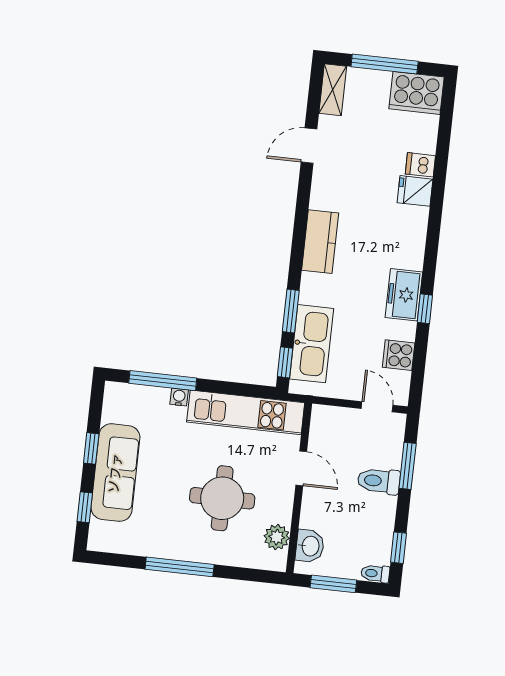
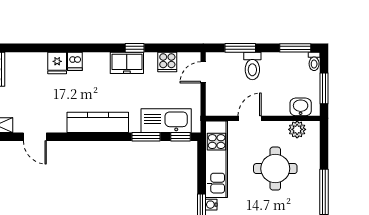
dishwasher: (420, 165) -> (75, 61), moved
kitchen counter: (320, 242) -> (98, 122), width x1.50
window: (398, 548) -> (295, 48), width x1.50

